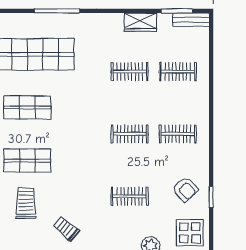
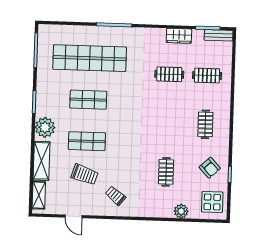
clothes rail: (130, 134) -> (168, 123), removed
clothes rail: (178, 134) -> (205, 124), turned 90
clothes rail: (130, 196) -> (166, 172), turned 90
trolley: (26, 203) -> (85, 175), turned 108

